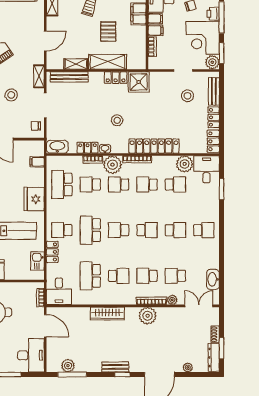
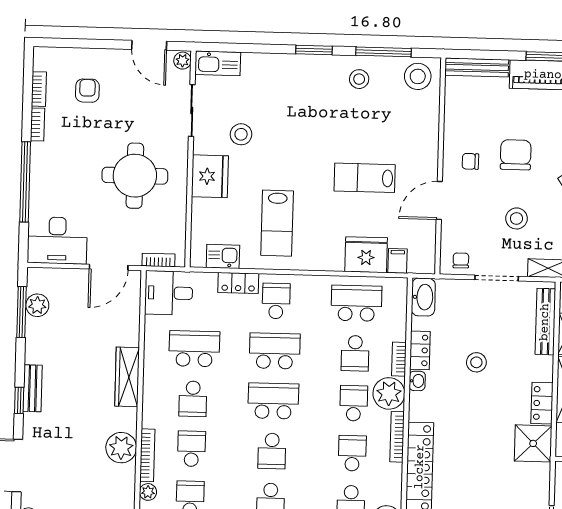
stool: (117, 120) -> (476, 362), moved
school desk: (90, 184) -> (355, 353), turned 180
fridge: (34, 199) -> (366, 255), moved
school desk: (119, 230) -> (273, 401), width x1.85

